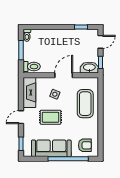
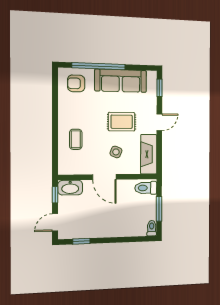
door: (64, 75) -> (104, 177), hinge flipped
coffee table: (85, 104) -> (76, 139), width x0.54, depth x0.58

